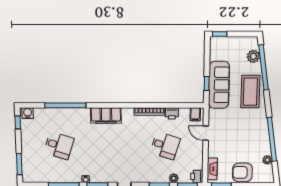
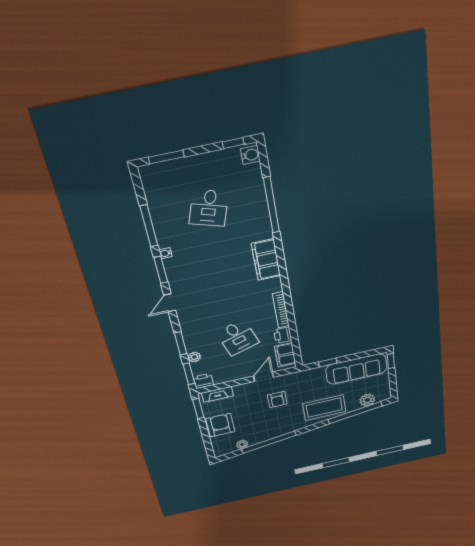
sofa: (219, 85) -> (356, 369), moved
filing cabinet: (195, 114) -> (285, 355), width x2.00
armchair: (231, 126) -> (277, 400), added
desk: (165, 146) -> (237, 338), turned -36

